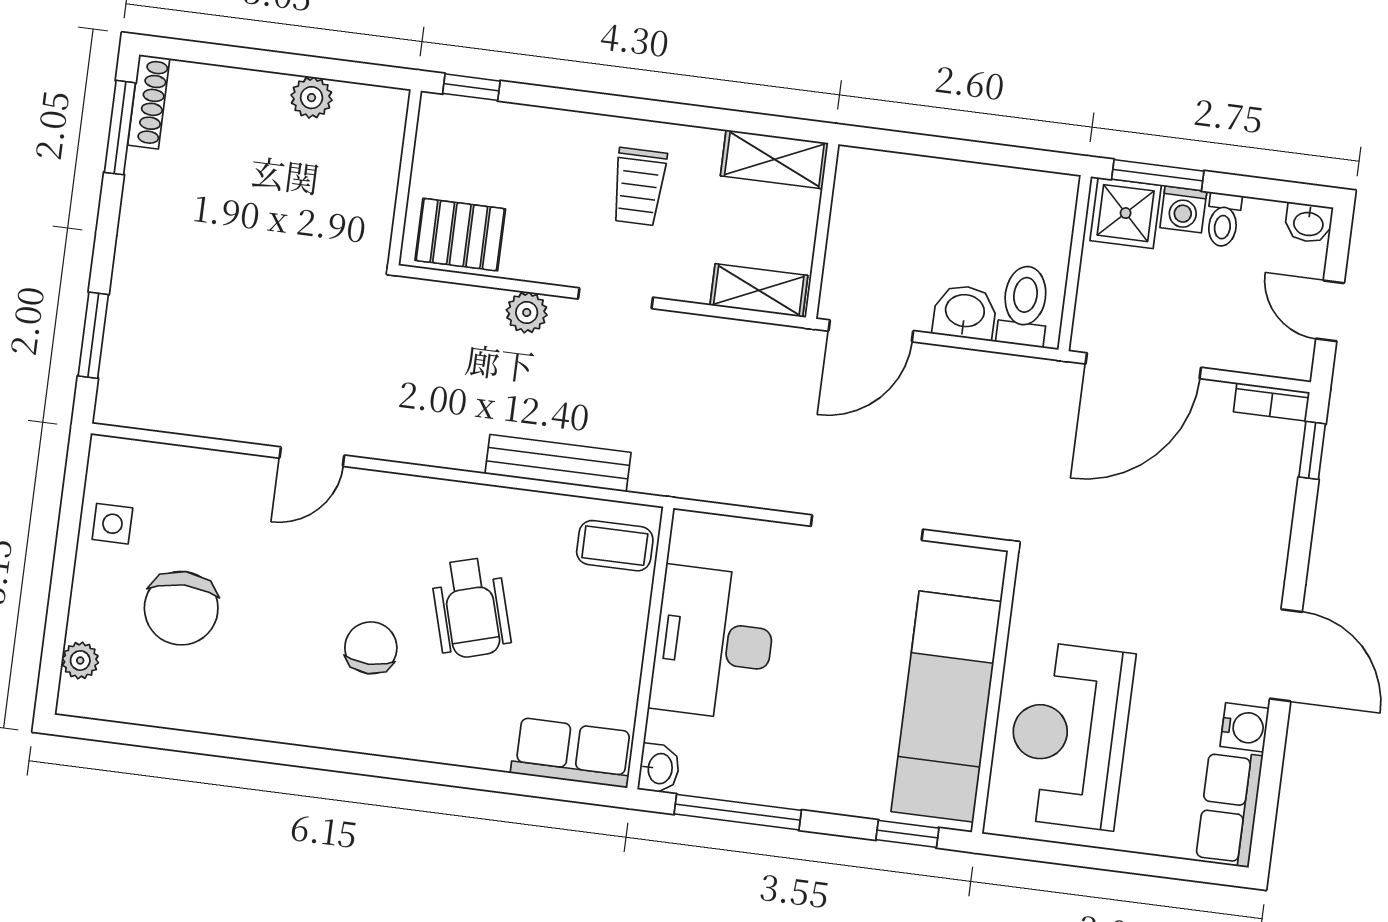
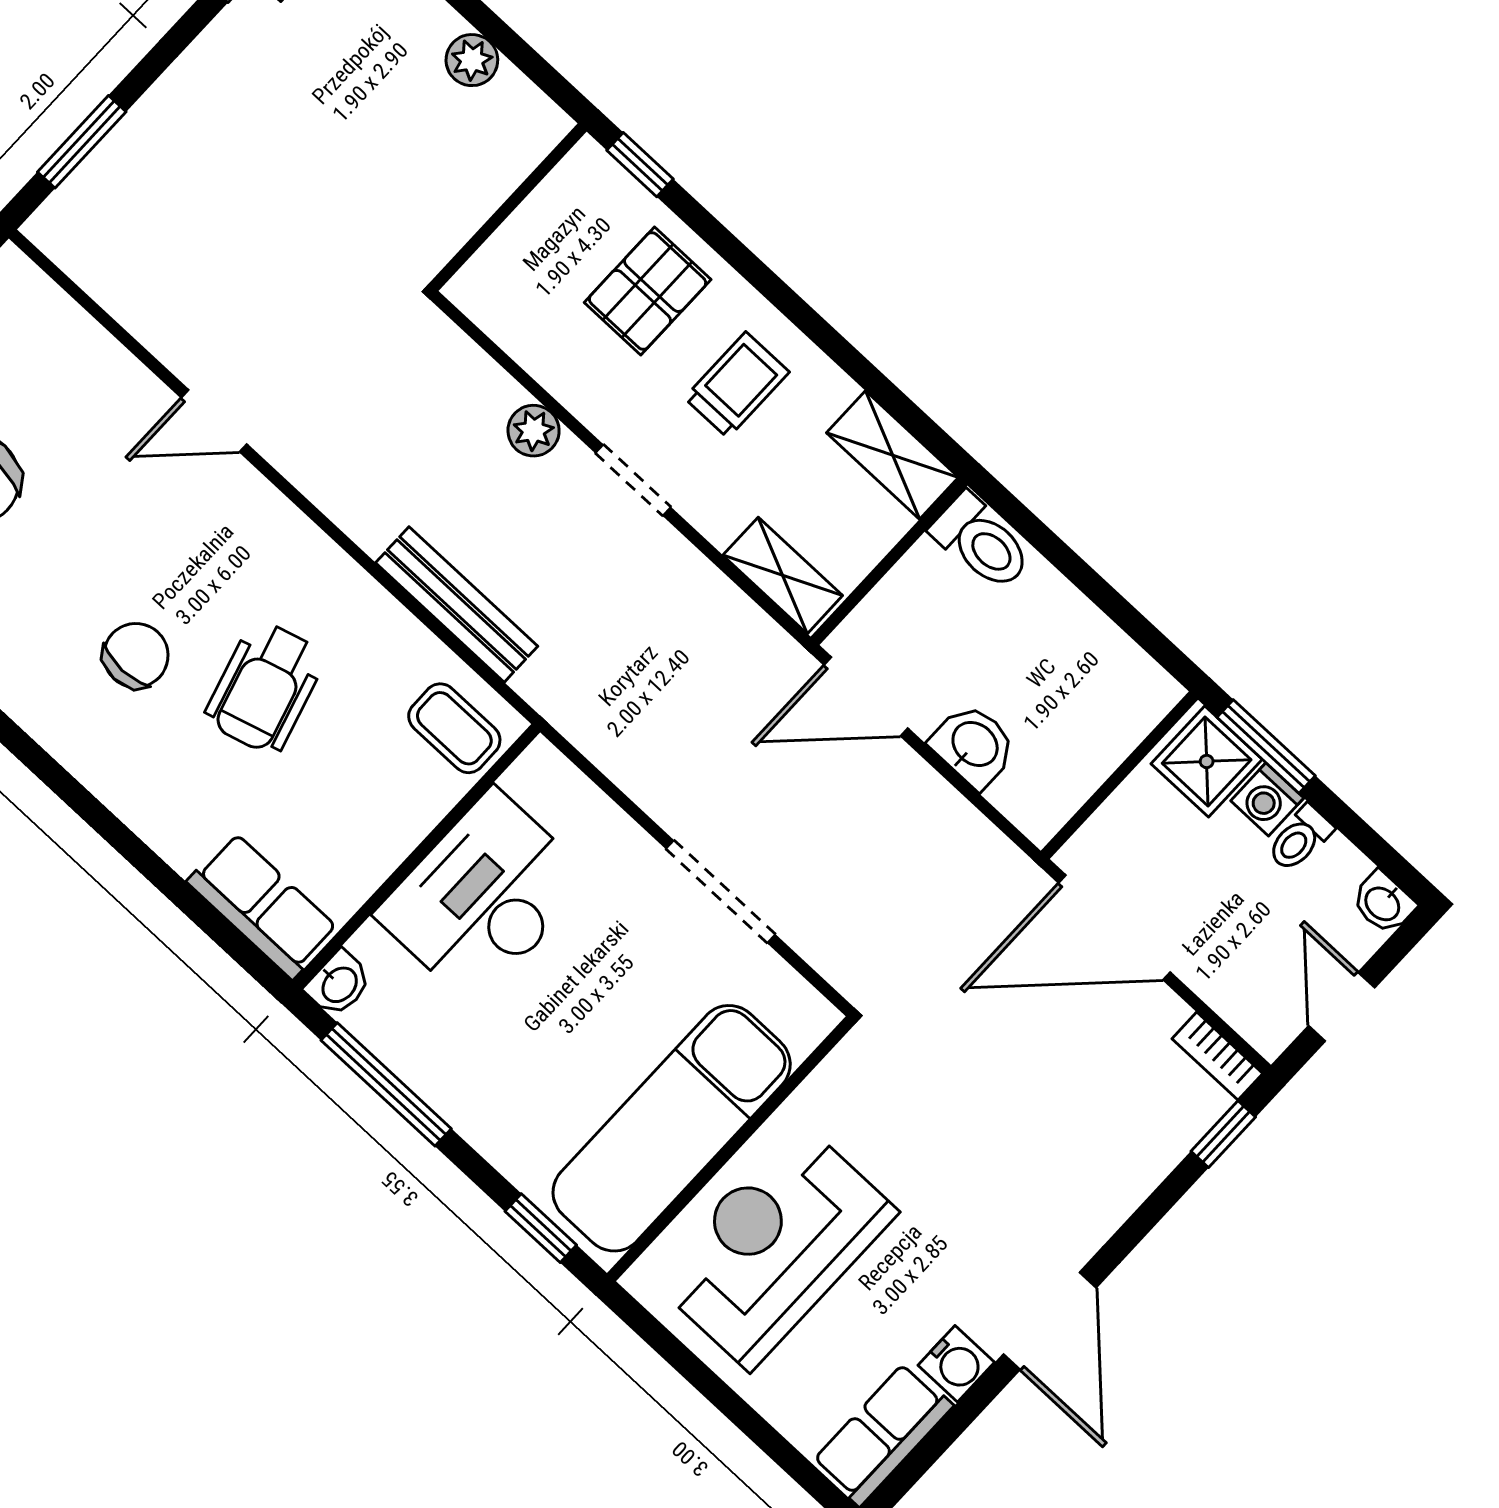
trolley: (639, 187) -> (737, 385), turned 180
pallet: (460, 235) -> (648, 291), moved, turned 90
toilet: (1024, 306) -> (981, 542), moved, turned 90

